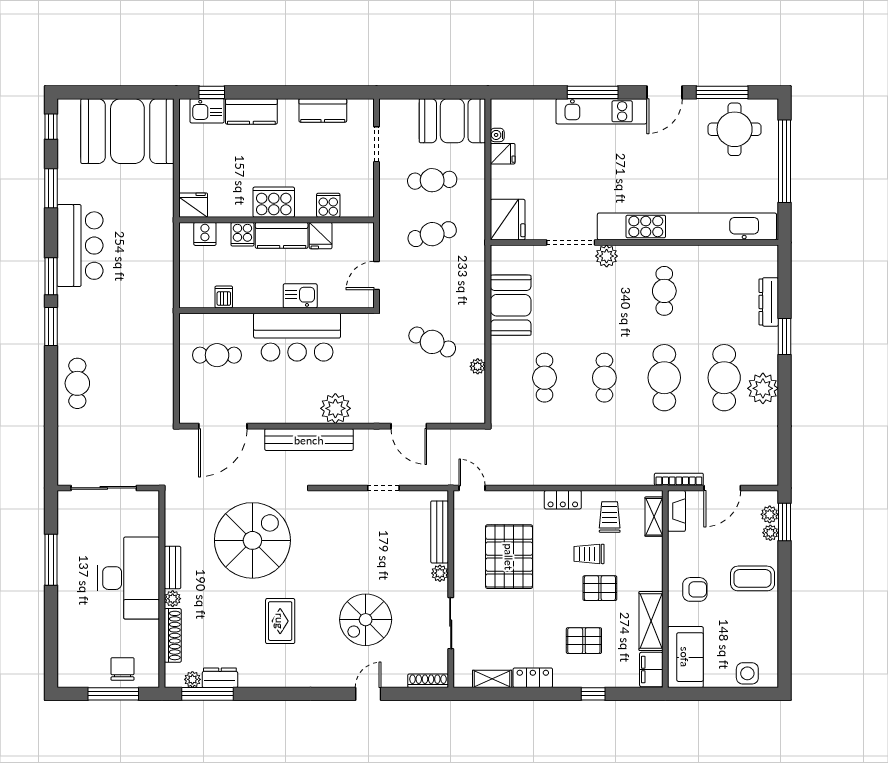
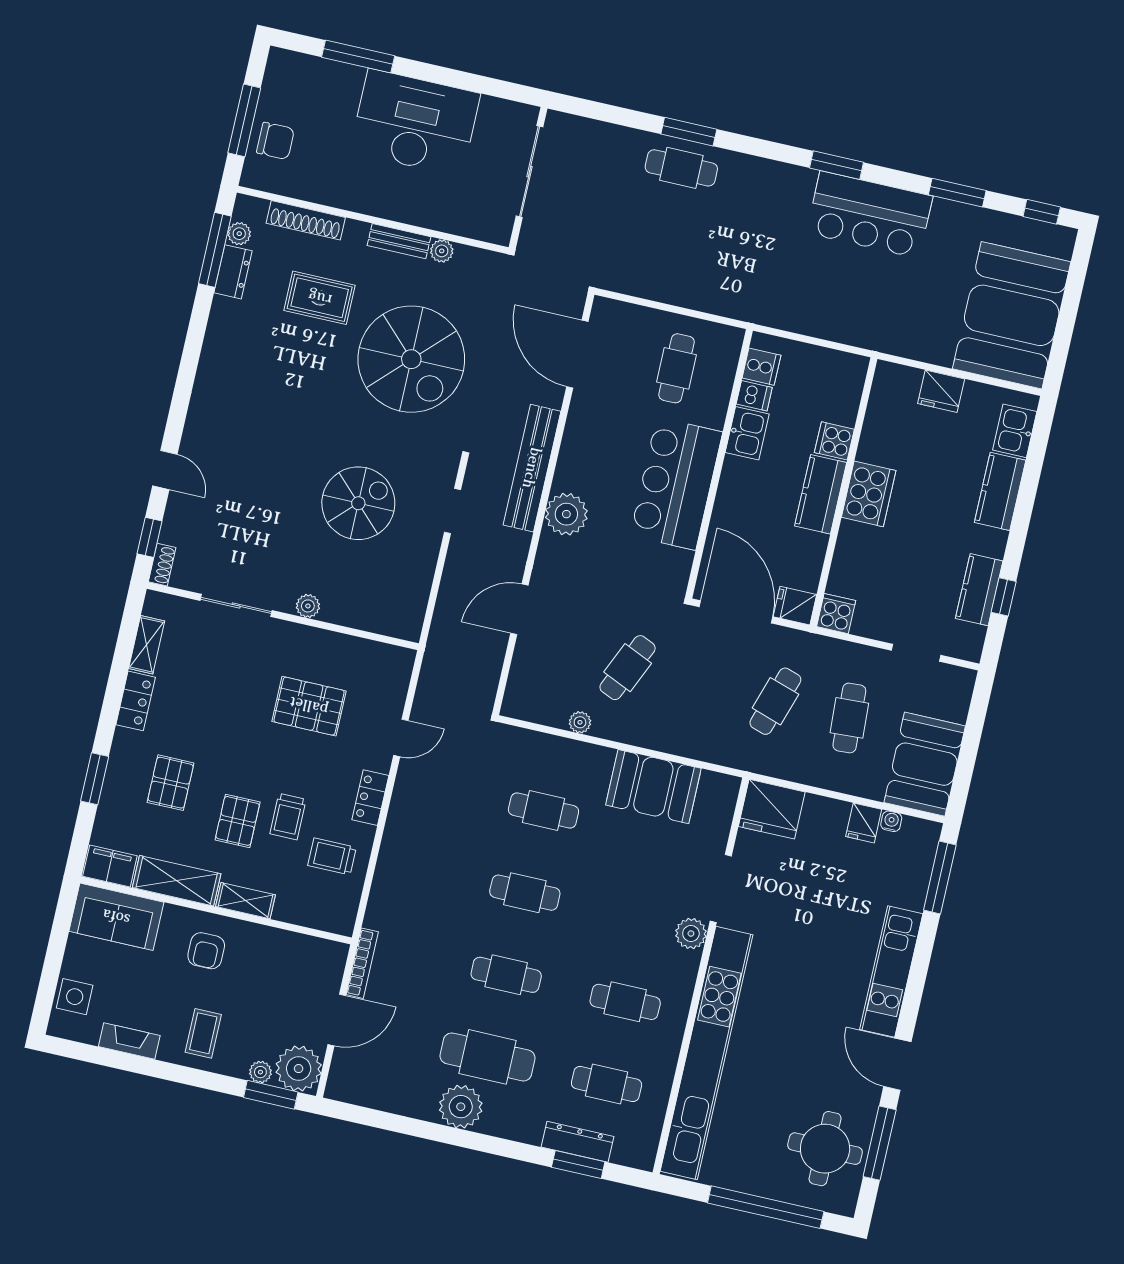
window: (212, 92) -> (1004, 597), moved
window: (593, 92) -> (940, 878), moved
fridge: (193, 205) -> (941, 391), moved, turned 90
cooker: (328, 205) -> (836, 614), moved, turned -90
cooker: (205, 234) -> (761, 367), moved, turned 180
cafe table: (432, 234) -> (775, 701), turned 33
fridge: (321, 236) -> (795, 606), moved
door: (376, 275) -> (736, 612), width x1.87
cafe table: (724, 291) -> (607, 1084), added
kitchen sink: (300, 296) -> (747, 433), moved
window: (51, 327) -> (689, 132), moved
window: (784, 337) -> (578, 1165), moved
cafe table: (664, 378) -> (506, 975), width x0.73, depth x0.74
doorway: (383, 488) -> (452, 511), moved
door: (472, 488) -> (401, 738), moved
door: (722, 488) -> (337, 1020), swing flipped
fireplace: (677, 511) -> (129, 1041), moved, turned 180
plant: (770, 514) -> (299, 1069), width x1.88, depth x1.88
trolley: (610, 517) -> (332, 856), turned 180
shelving: (654, 517) -> (246, 901), moved
bench: (440, 532) -> (365, 618), removed
trolley: (589, 554) -> (288, 817), turned 180
pallet: (509, 557) -> (309, 706), width x0.73, depth x0.71
window: (51, 560) -> (358, 56), moved
desk: (129, 578) -> (415, 123), moved, turned 180
coffee table: (753, 578) -> (203, 1033), width x0.73, depth x0.77
plant: (173, 599) -> (442, 251), moved
spiral stairs: (366, 620) -> (358, 503), moved, turned 90
rug: (280, 621) -> (320, 298), moved
shoe rack: (428, 681) -> (162, 565), width x0.70
window: (417, 694) -> (149, 537), added
window: (593, 694) -> (95, 779), width x1.50

